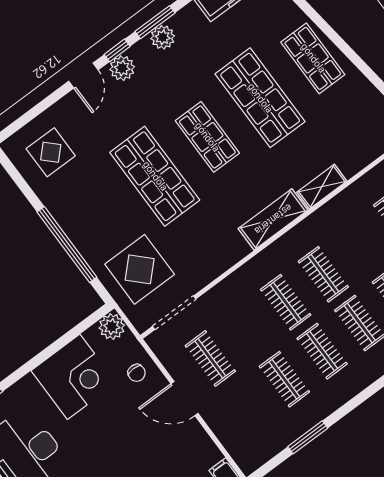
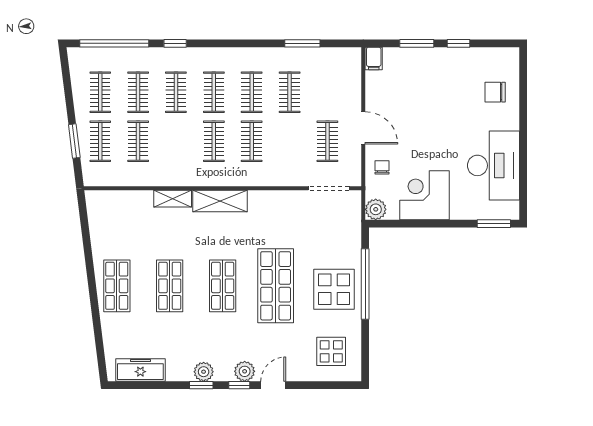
window: (155, 22) -> (201, 385), width x0.67
shop shelf: (260, 98) -> (170, 286), width x0.70, depth x0.74
display table: (140, 269) -> (334, 289), moved

